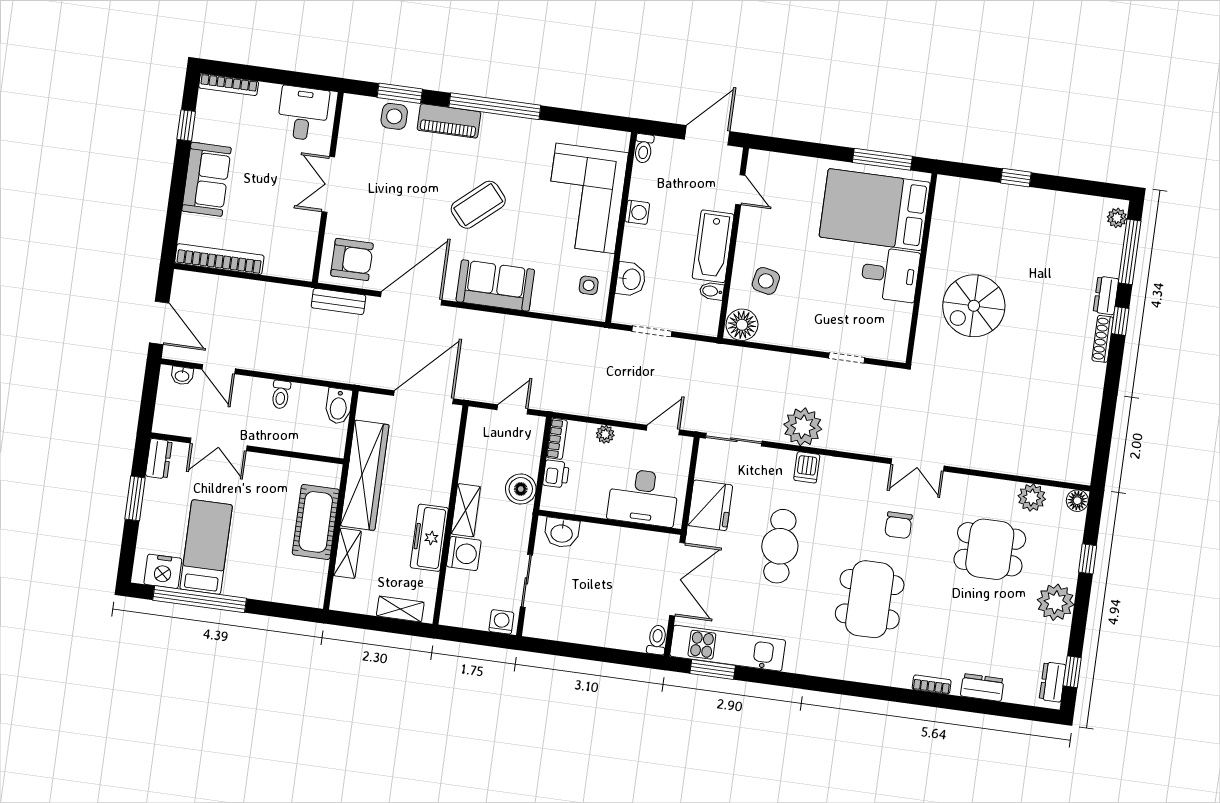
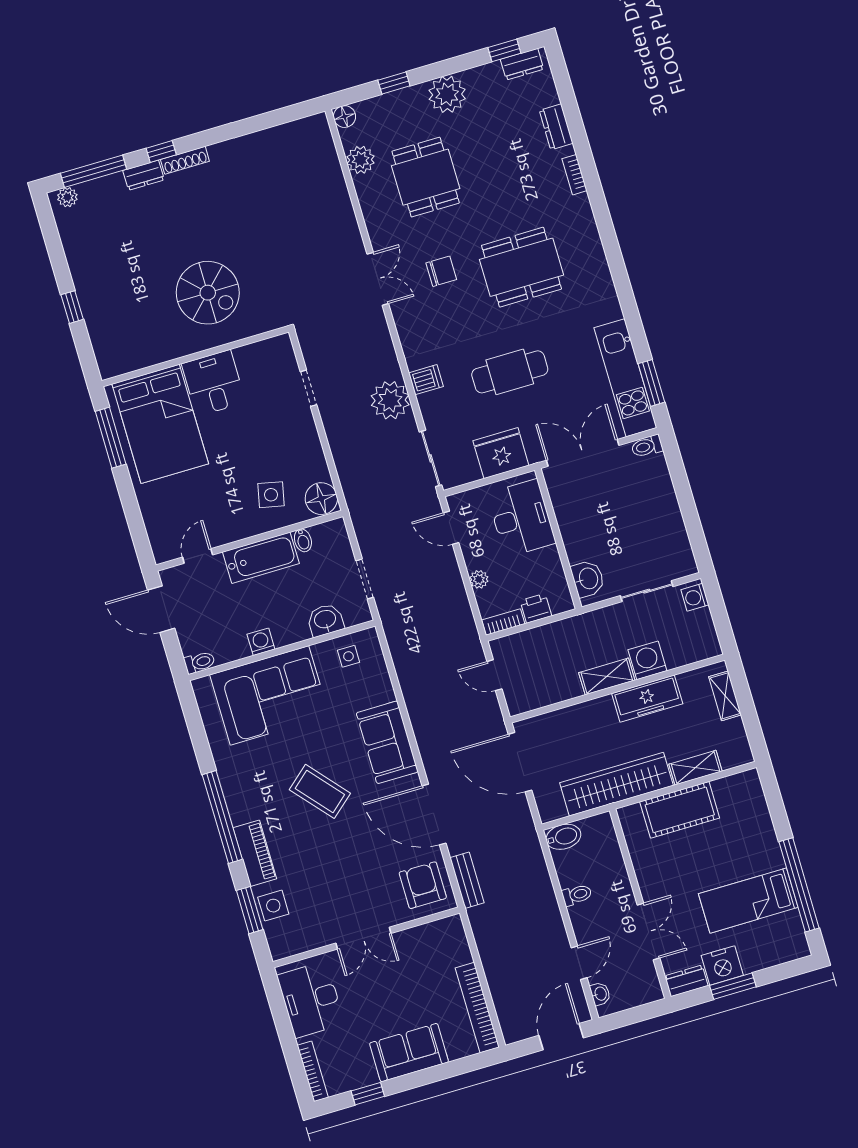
desk: (303, 113) -> (311, 1000), width x1.37
boiler: (521, 489) -> (564, 634), removed
nightstand: (163, 571) -> (722, 965), moved, turned 90

